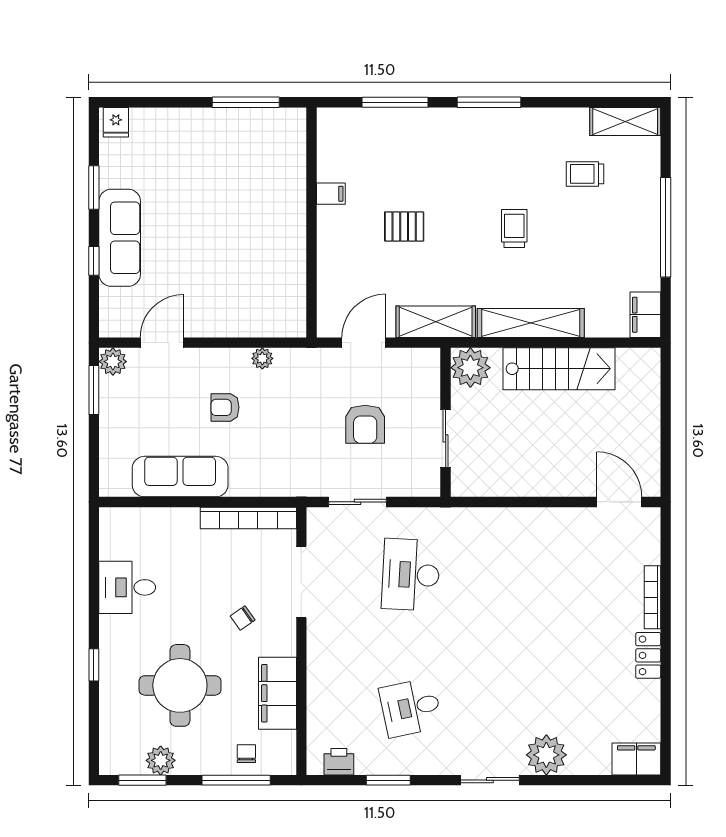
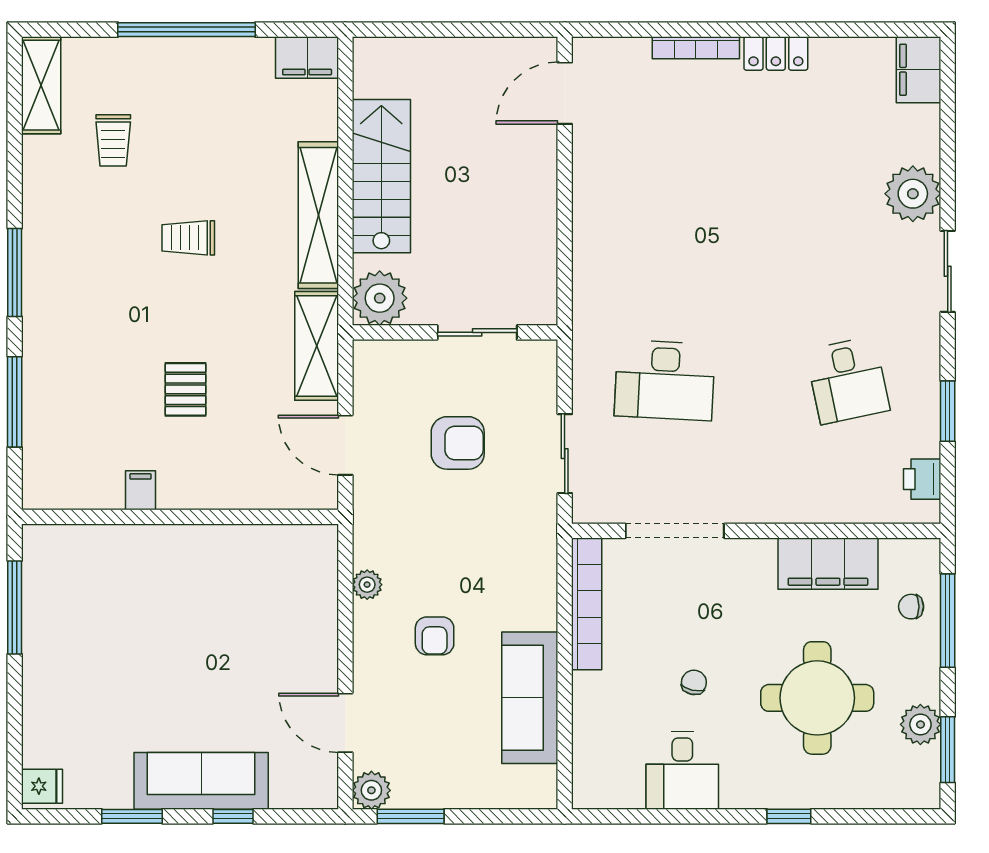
chair: (243, 618) -> (694, 682), moved, turned -132

